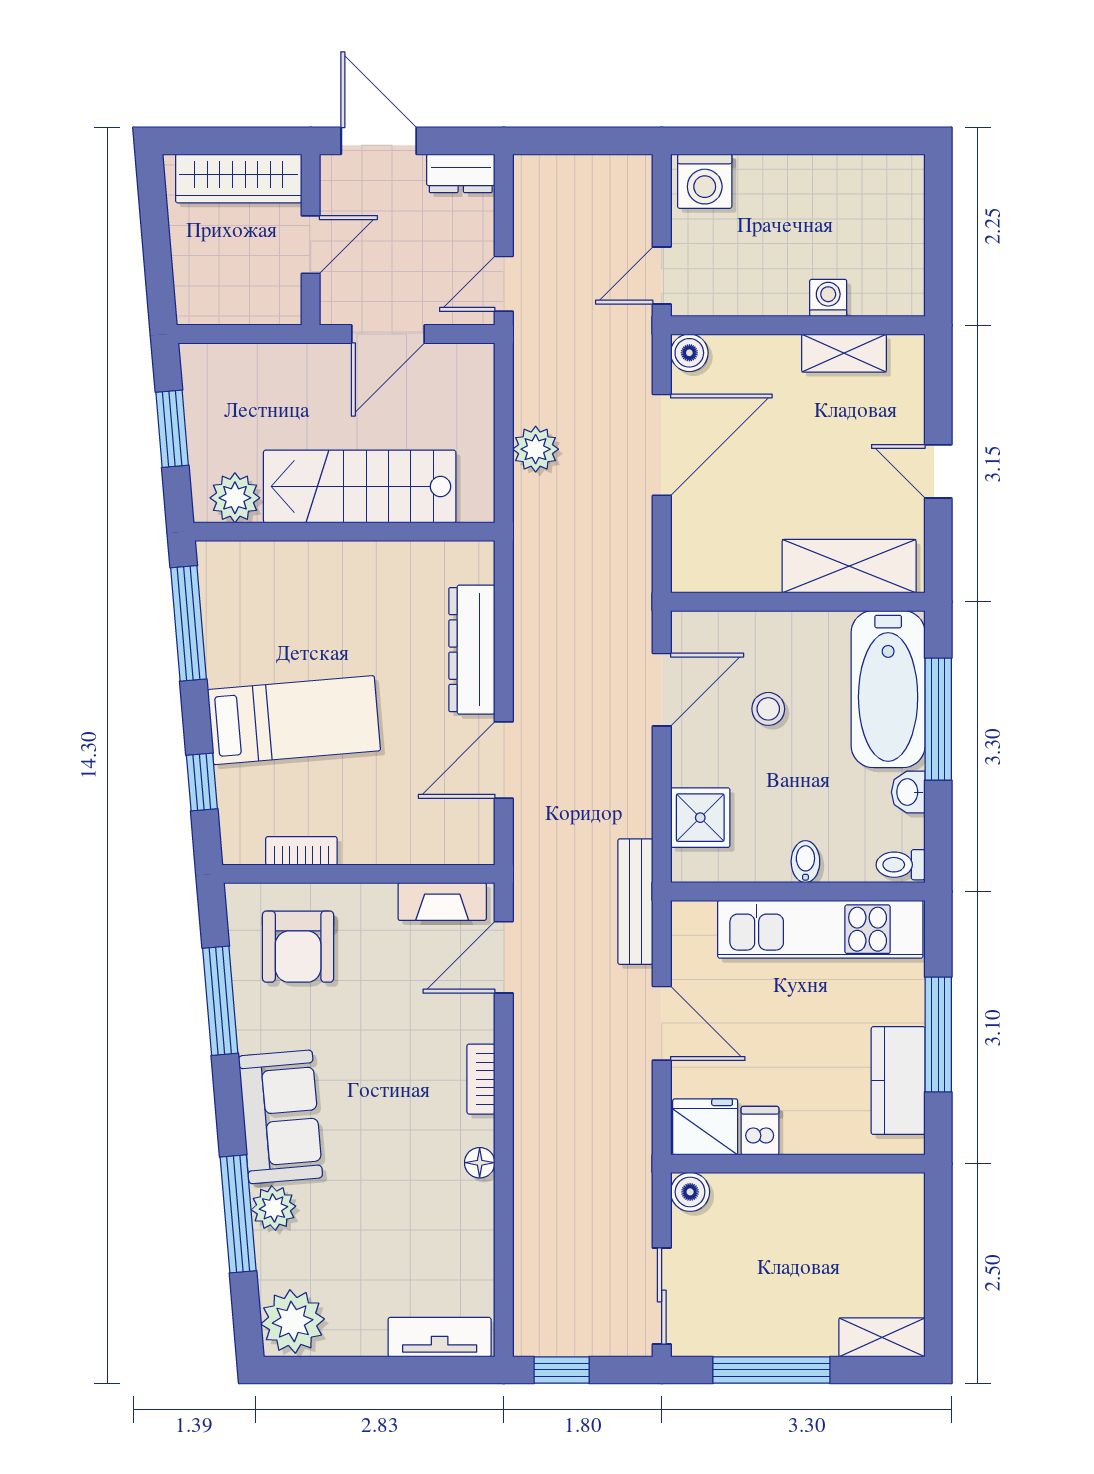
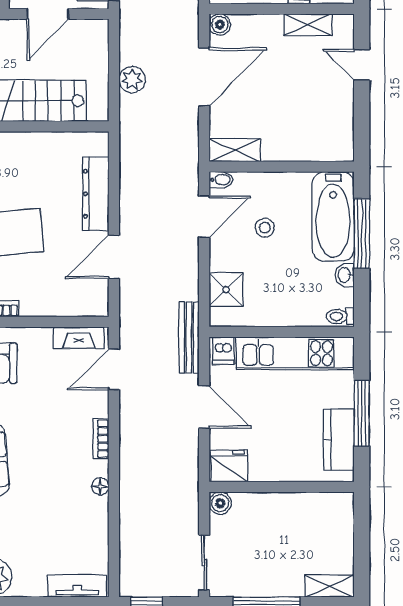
door: (938, 471) -> (362, 65), moved
shelving: (849, 566) -> (234, 150), moved, width x0.67, depth x0.75
bidet: (805, 862) -> (221, 180), moved, turned 90
dishwasher: (760, 1131) -> (223, 351), moved, turned 180

